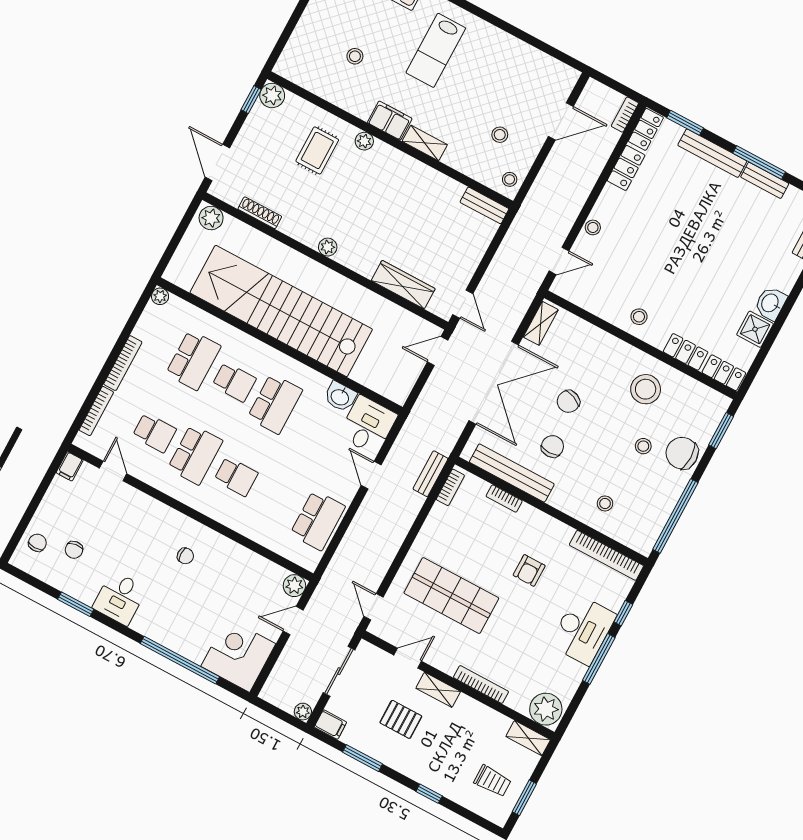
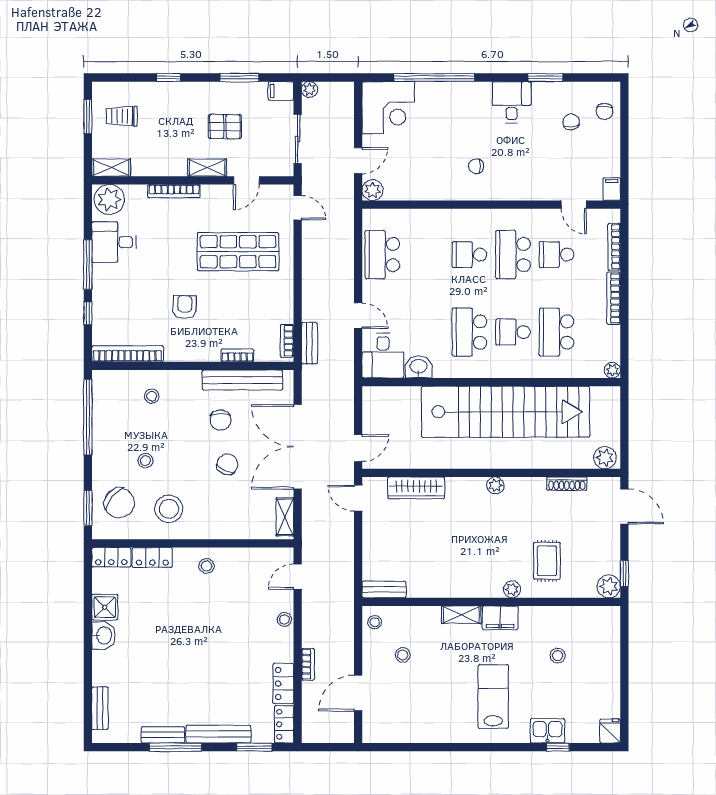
bookcase: (625, 115) -> (308, 664), moved
chair: (682, 453) -> (119, 503), moved, turned 40
desk: (583, 630) -> (114, 242), moved, width x0.73

